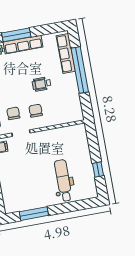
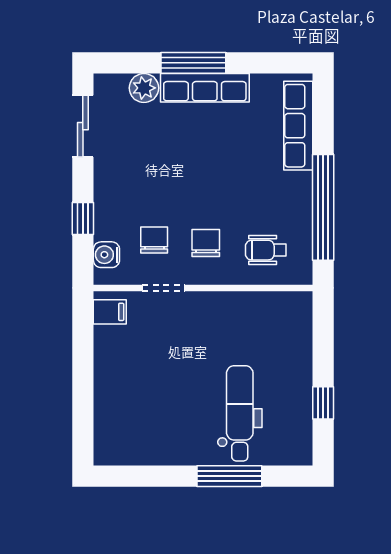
window: (80, 70) -> (323, 207), moved
wheelchair: (42, 84) -> (266, 250), moved
window: (34, 214) -> (229, 476), moved

